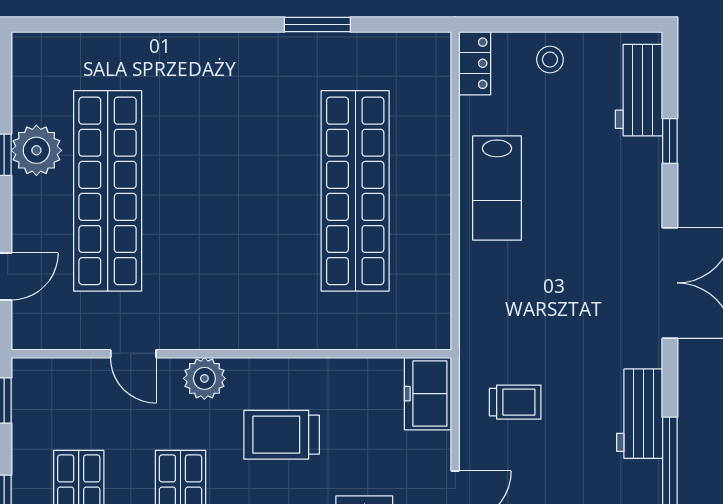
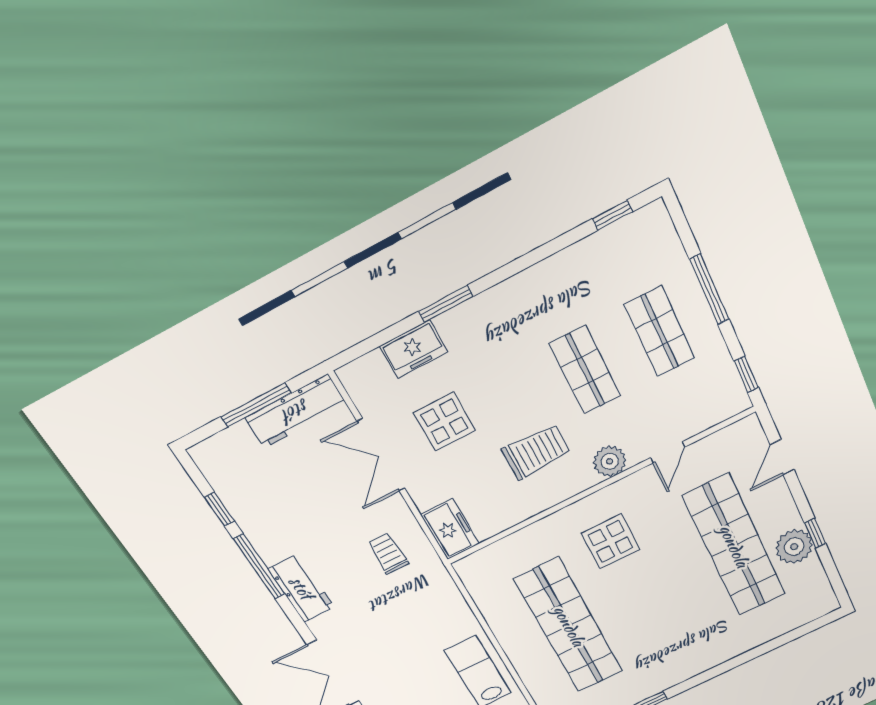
display table: (251, 277) -> (611, 541), added
door: (133, 354) -> (668, 452), swing flipped
trolley: (515, 402) -> (388, 554), turned 90

